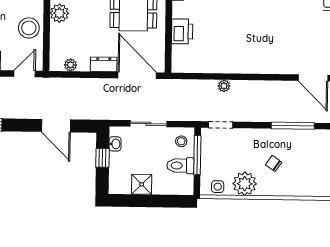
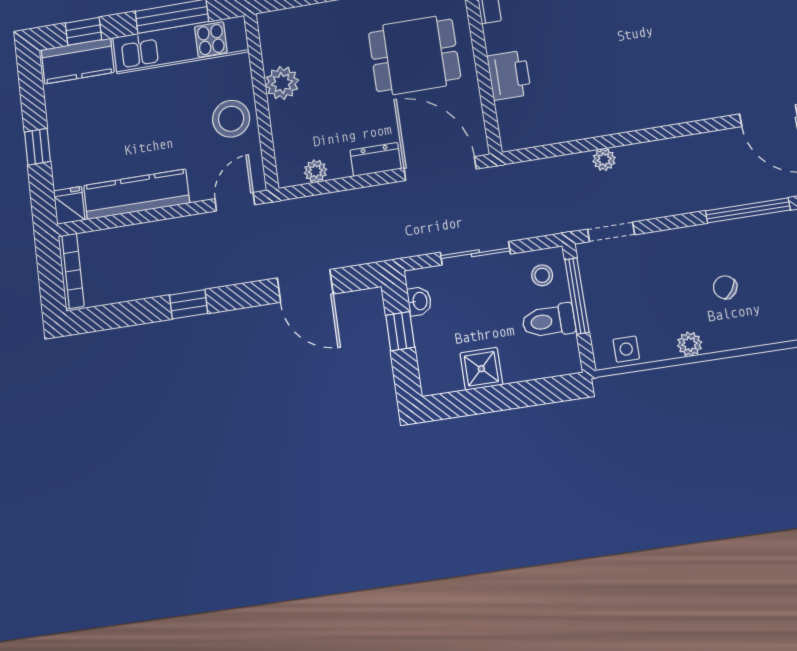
plant: (245, 184) -> (690, 344), width x0.53, depth x0.53

